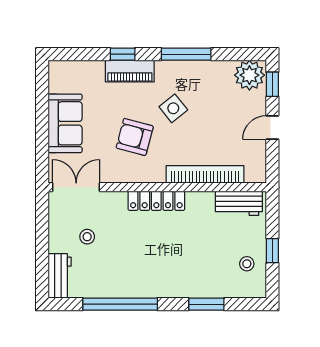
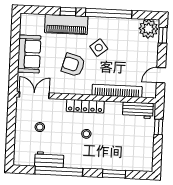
window: (186, 54) -> (109, 13), width x1.46
piano: (130, 71) -> (66, 24), width x1.37, depth x1.33
door: (272, 128) -> (161, 75), moved
window: (272, 251) -> (158, 127), moved
stool: (247, 264) -> (86, 134), moved
workbench: (60, 276) -> (49, 160), moved, turned -90

